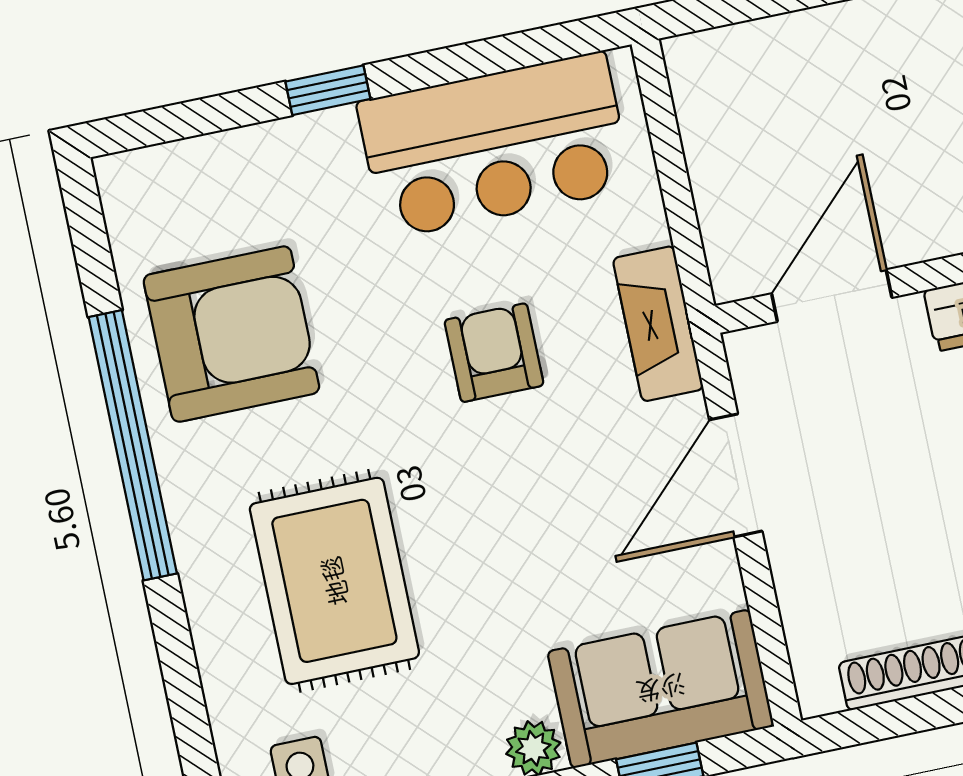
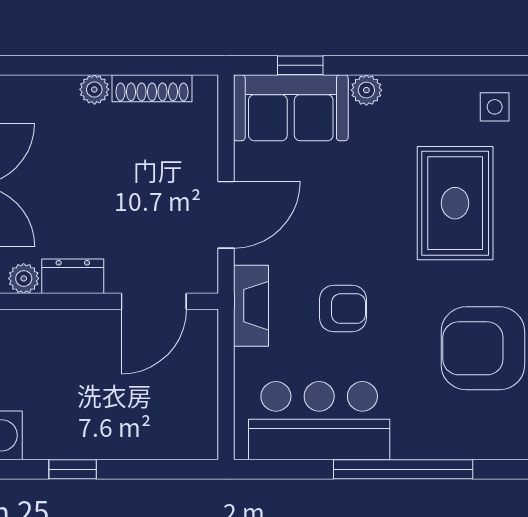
window: (328, 90) -> (403, 469), width x3.17
armchair: (494, 353) -> (343, 309), turned -90

